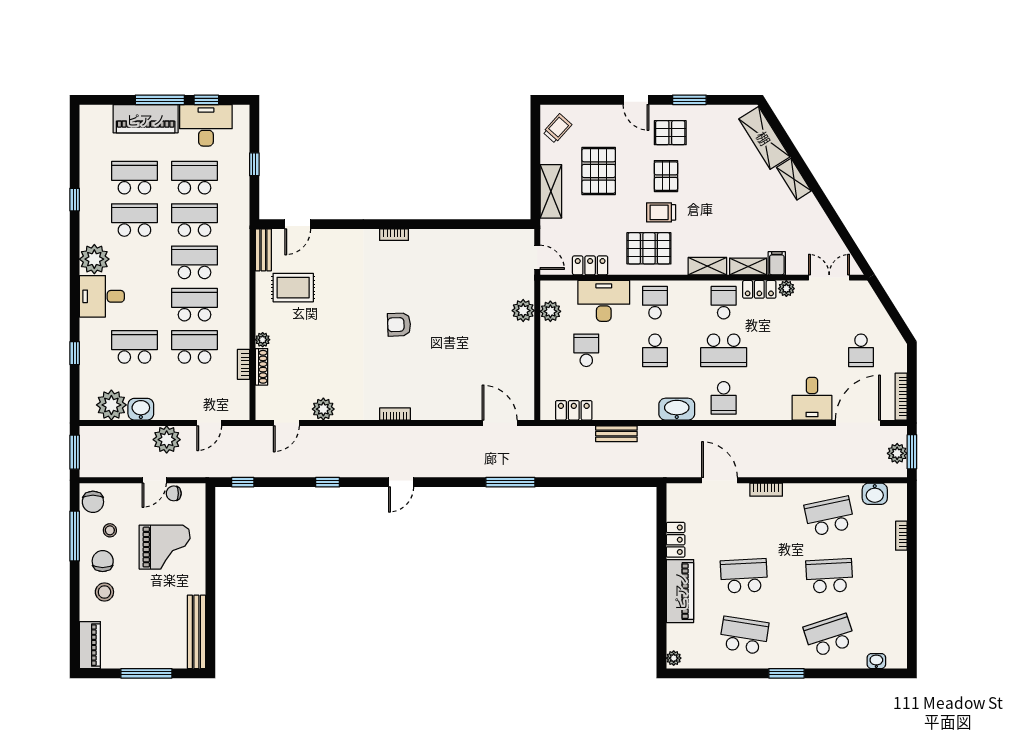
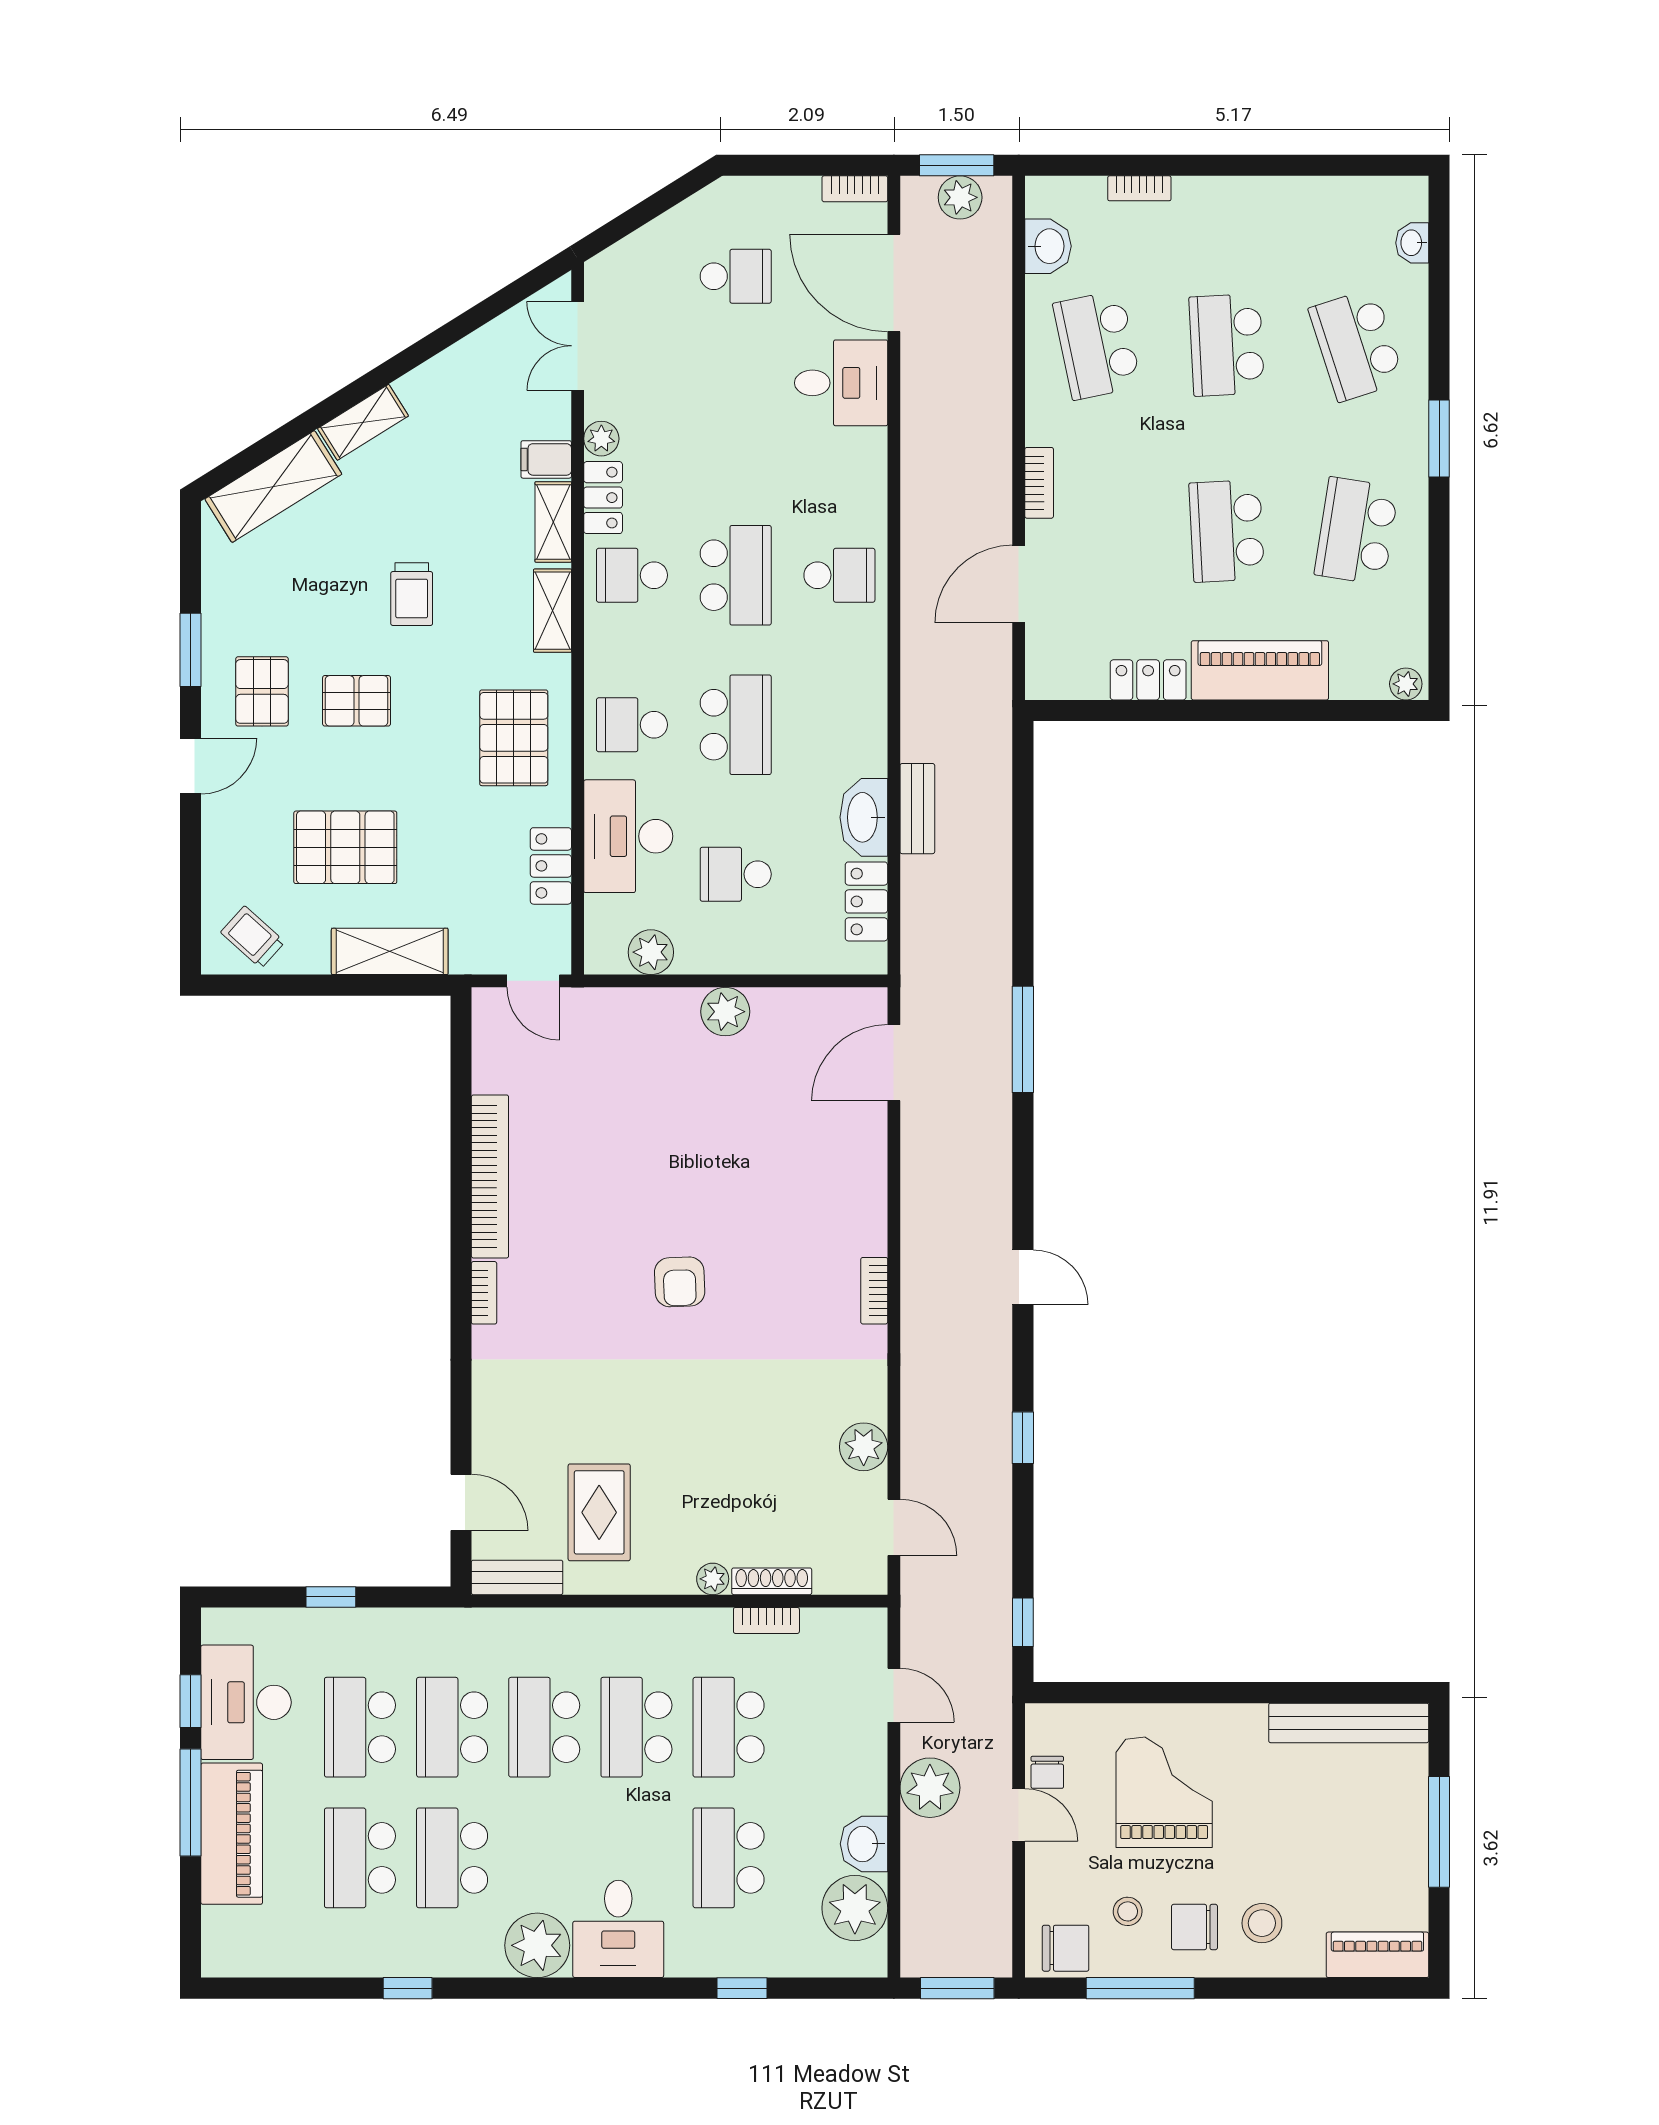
trolley: (661, 212) -> (412, 594), moved
bookcase: (447, 237) -> (490, 1176), added
door: (537, 257) -> (533, 981), swing flipped
plant: (523, 311) -> (725, 1012), moved
school desk: (655, 350) -> (736, 725), width x1.85
bookcase: (901, 397) -> (855, 189), width x0.64
washbasin: (677, 409) -> (864, 817), moved

